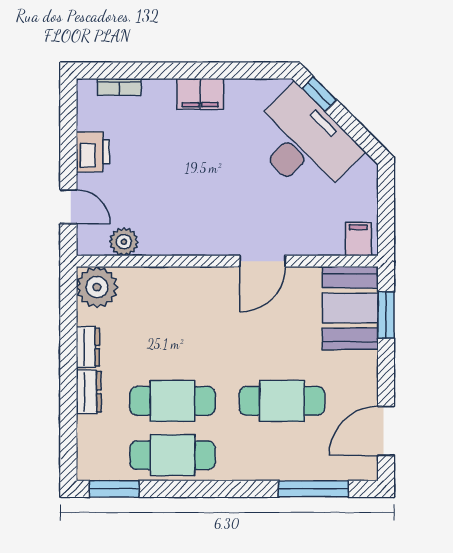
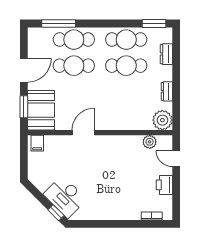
filing cabinet: (200, 94) -> (113, 213), removed
desk: (304, 143) -> (65, 197), width x0.73, depth x0.77
dresser: (89, 392) -> (166, 54), moved
door: (386, 431) -> (24, 70), moved
cafe table: (282, 455) -> (74, 40), added

